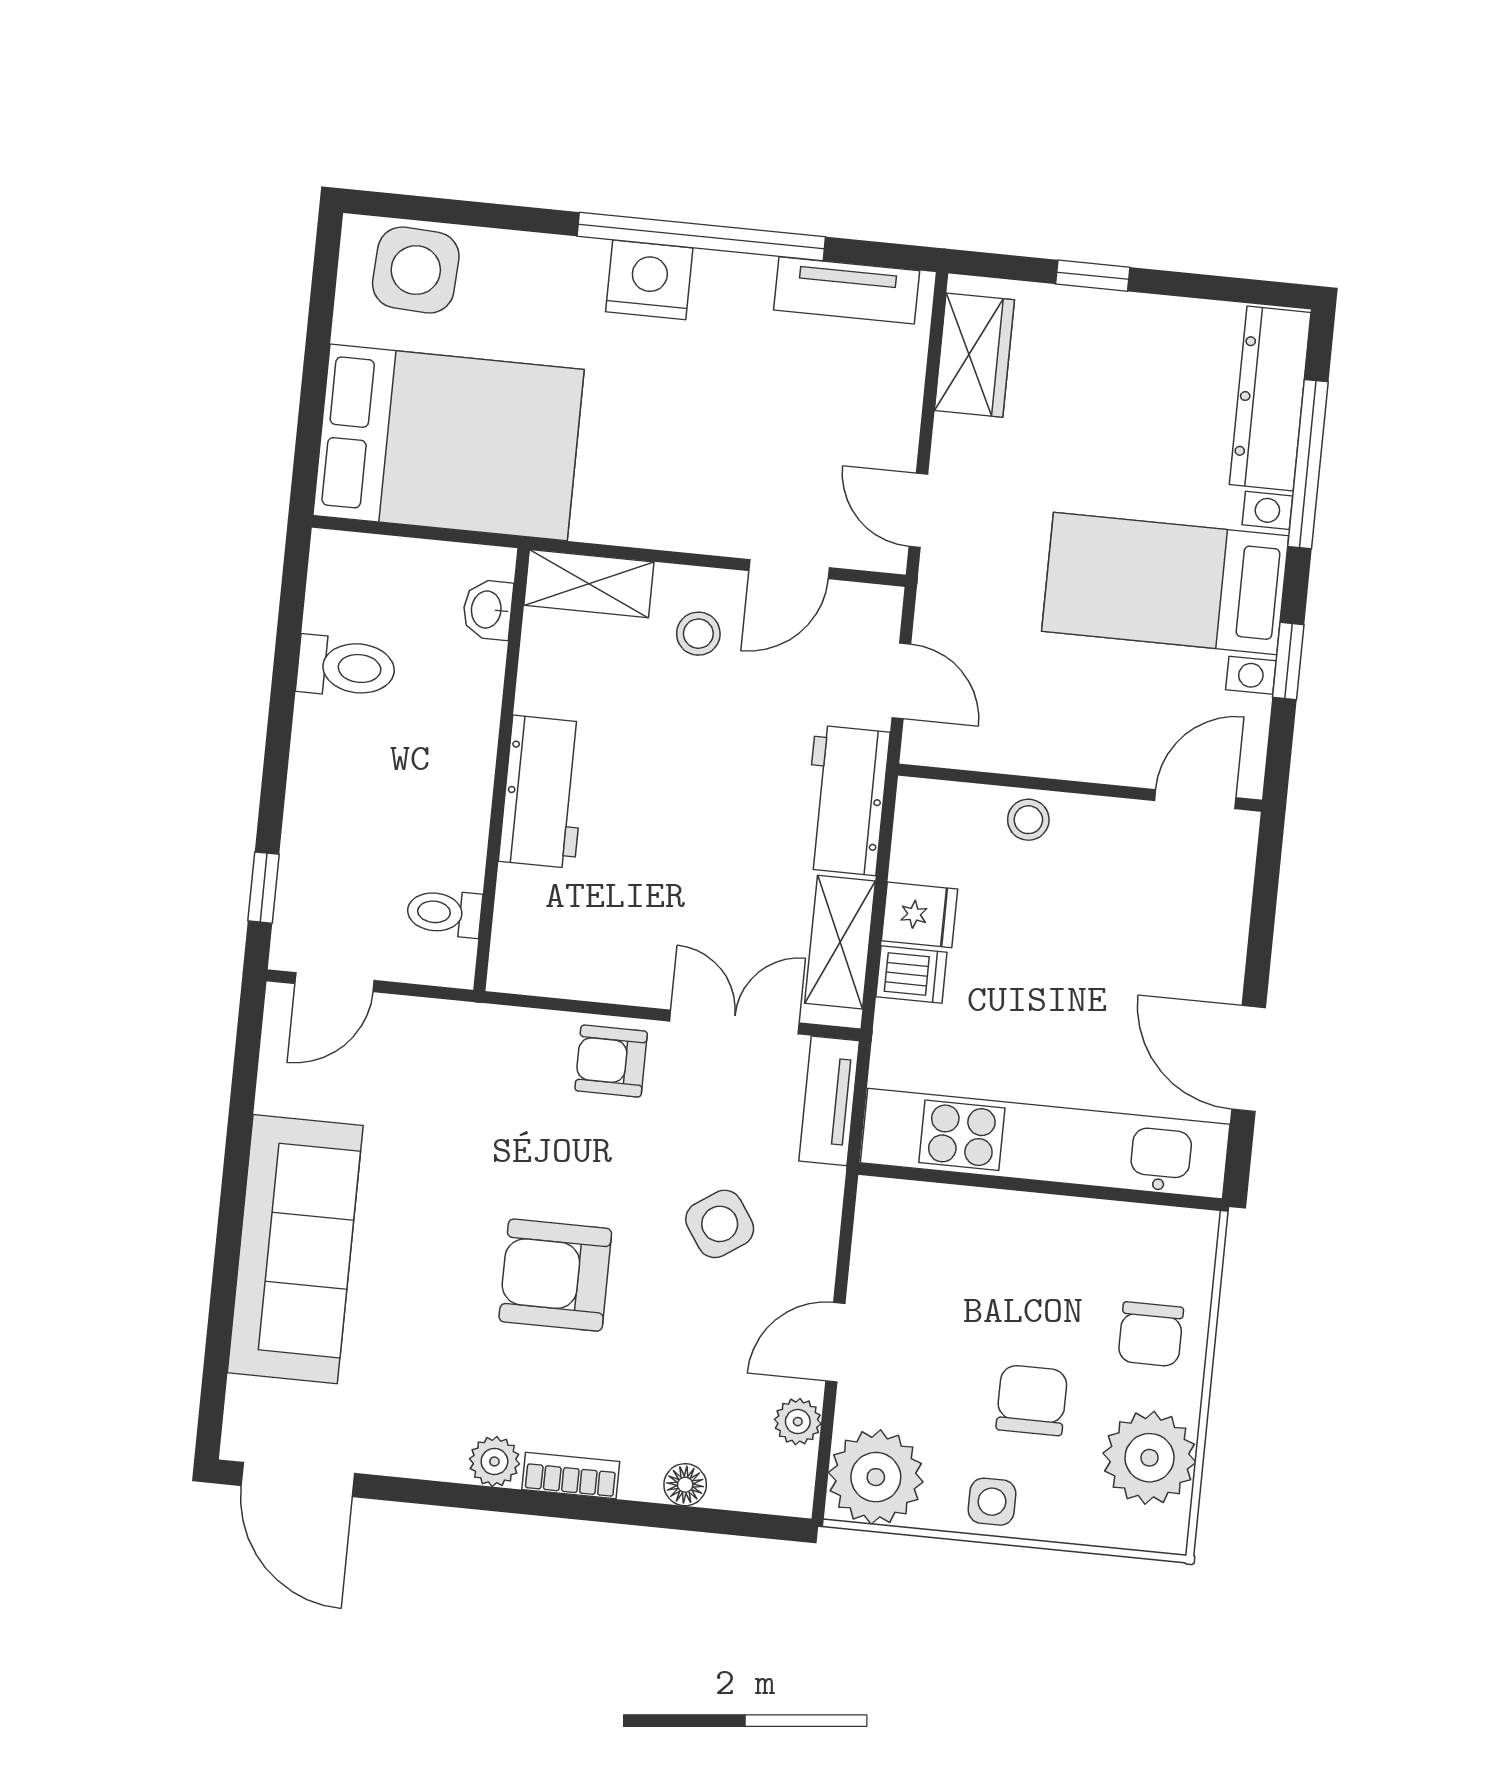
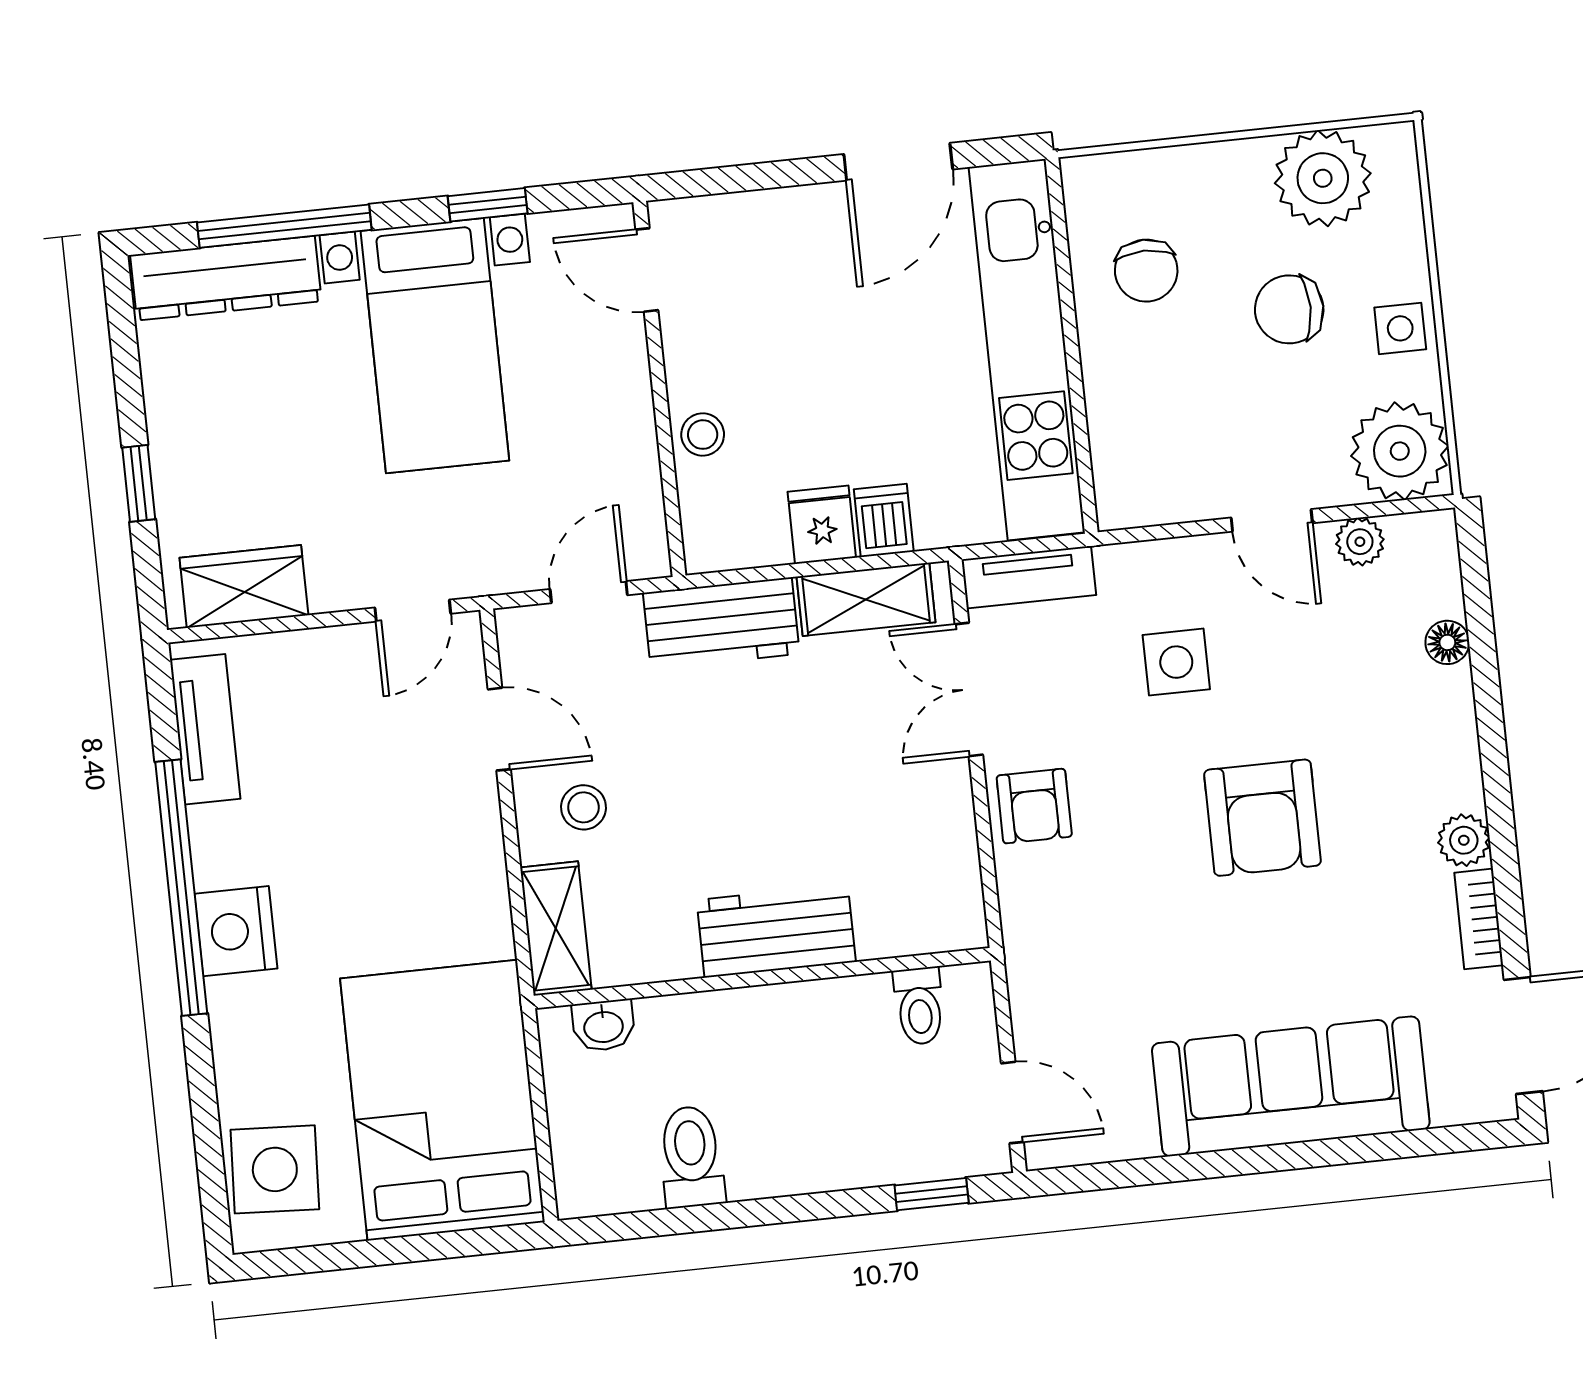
side table: (720, 1224) -> (1176, 662), turned 34
chair: (1151, 1334) -> (1146, 271), moved, turned 90
bookcase: (571, 1476) -> (1479, 919), moved

